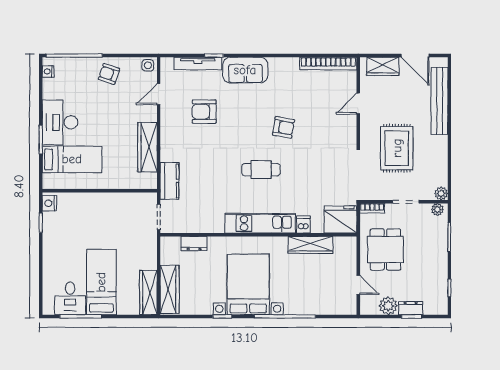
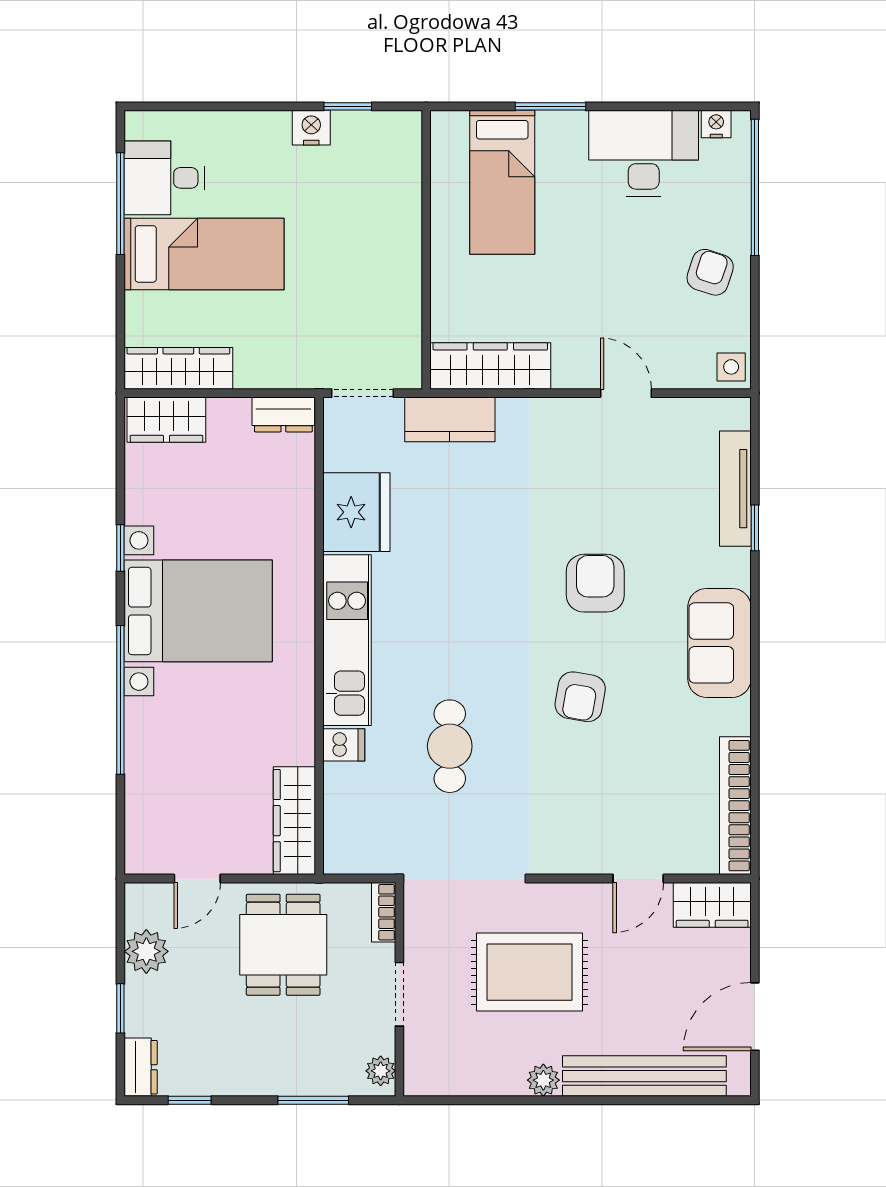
wardrobe: (383, 66) -> (712, 905), moved, turned -90
sofa: (245, 70) -> (719, 643), moved
door: (159, 94) -> (626, 393), moved
door: (358, 103) -> (638, 879), swing flipped
armchair: (204, 112) -> (595, 583), moved
desk: (60, 122) -> (644, 153), moved
wardrobe: (147, 147) -> (490, 366), moved
cafe table: (261, 170) -> (450, 746), moved
plant: (441, 193) -> (543, 1080), moved
nightstand: (49, 203) -> (311, 128), moved
fridge: (340, 219) -> (356, 512), moved
dresser: (194, 243) -> (283, 414), moved, turned -90
wardrobe: (310, 245) -> (294, 821), moved
dining table: (385, 249) -> (283, 945), turned 90
wardrobe: (170, 289) -> (166, 420), width x0.67
dresser: (411, 308) -> (141, 1067), moved

